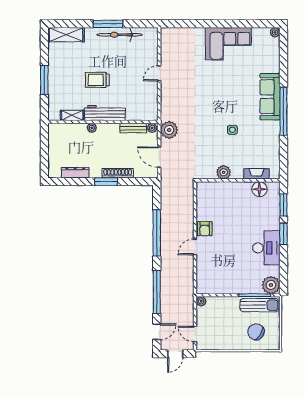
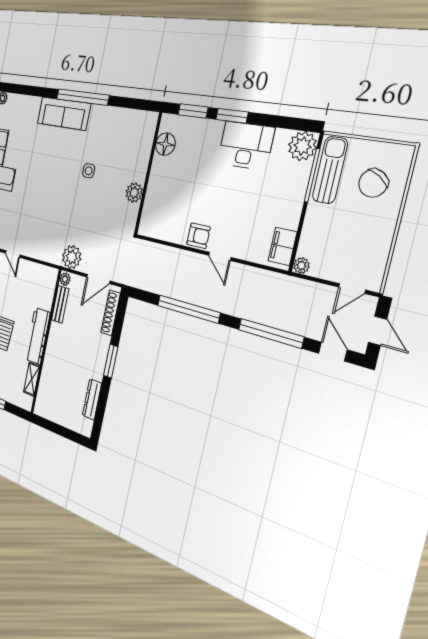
plant: (92, 128) -> (49, 359), removed
shoe rack: (118, 173) -> (111, 313), moved
fireplace: (256, 174) -> (146, 146), removed
filing cabinet: (210, 287) -> (283, 246), added

